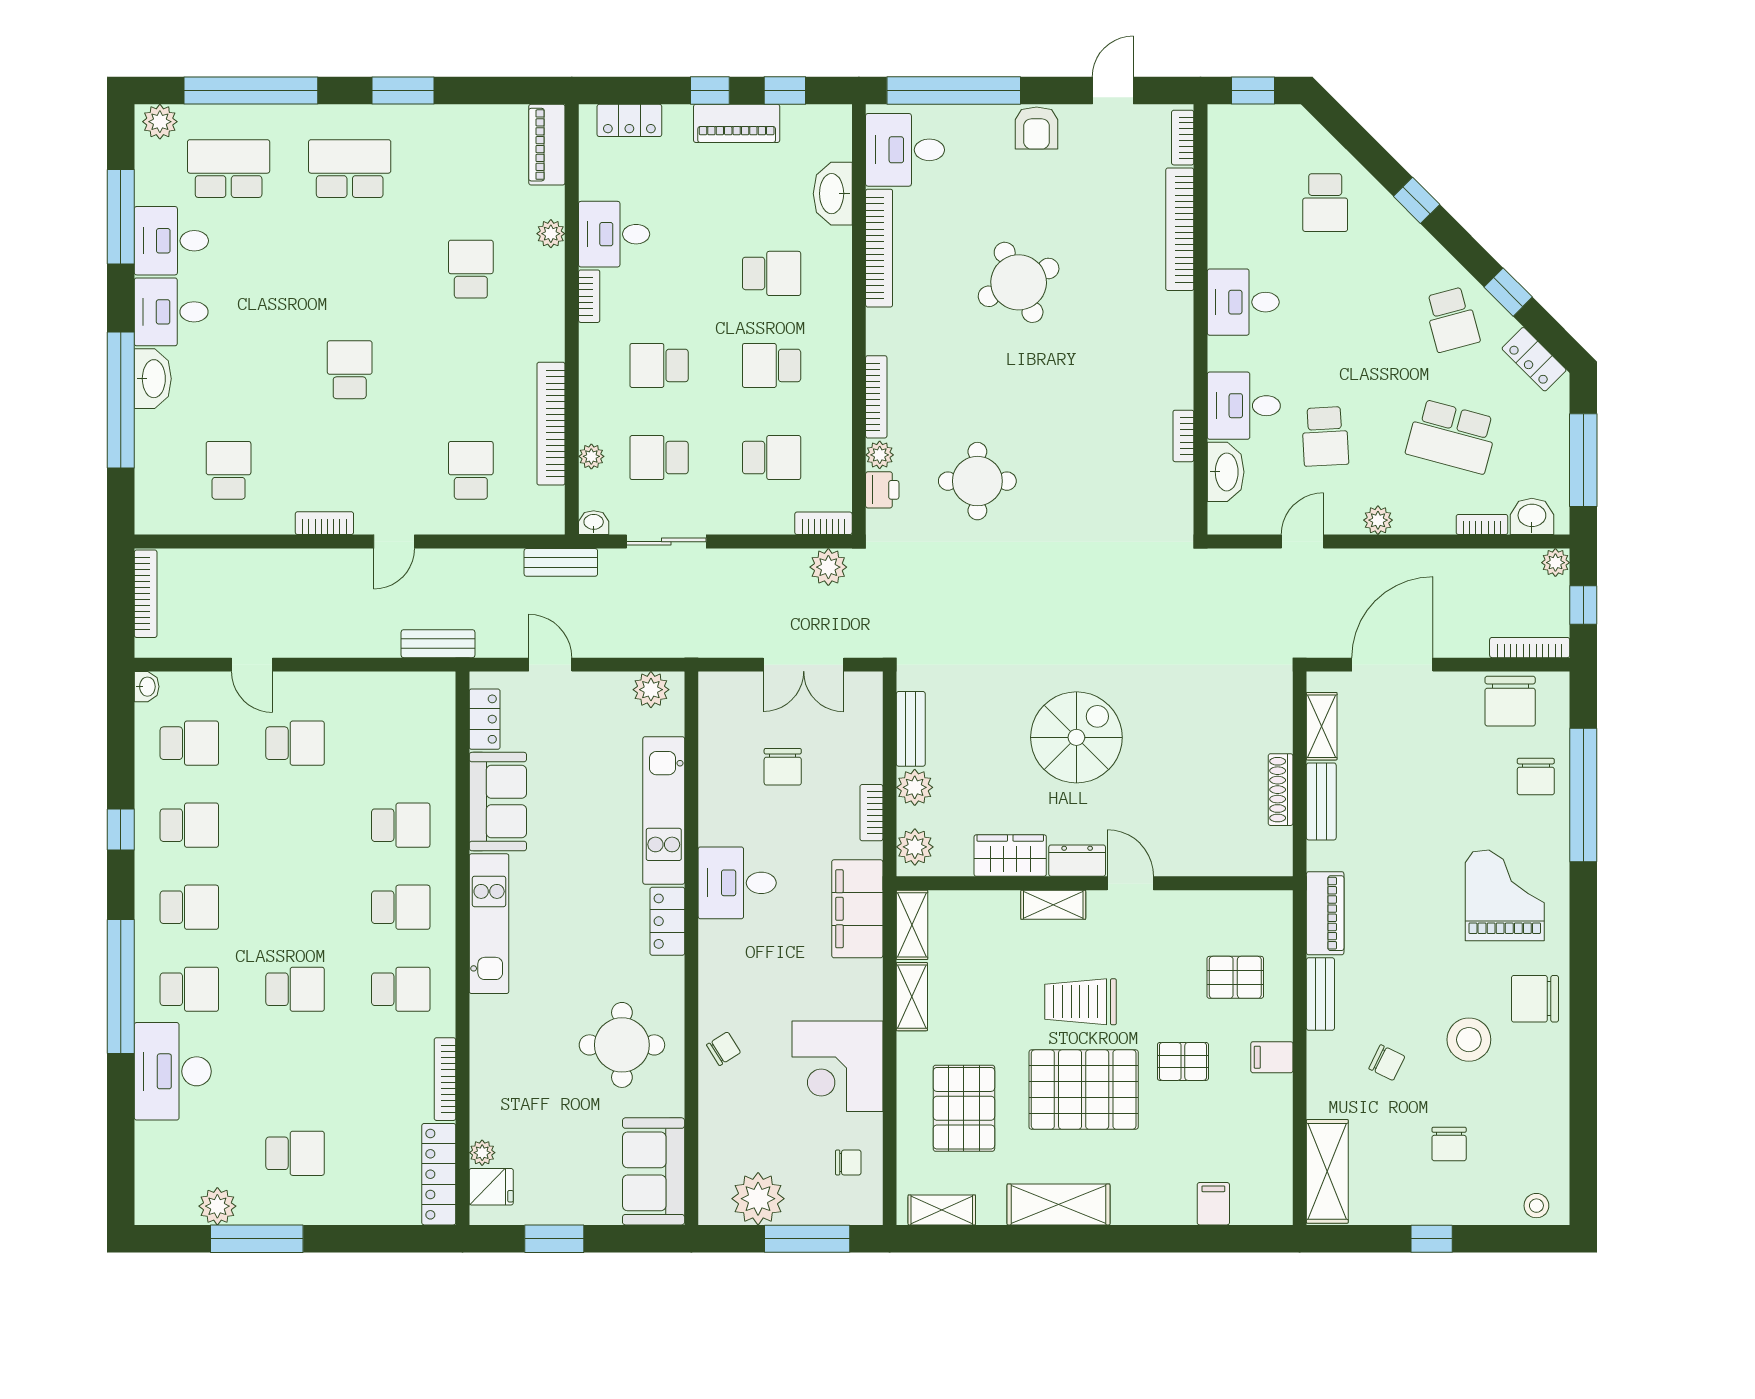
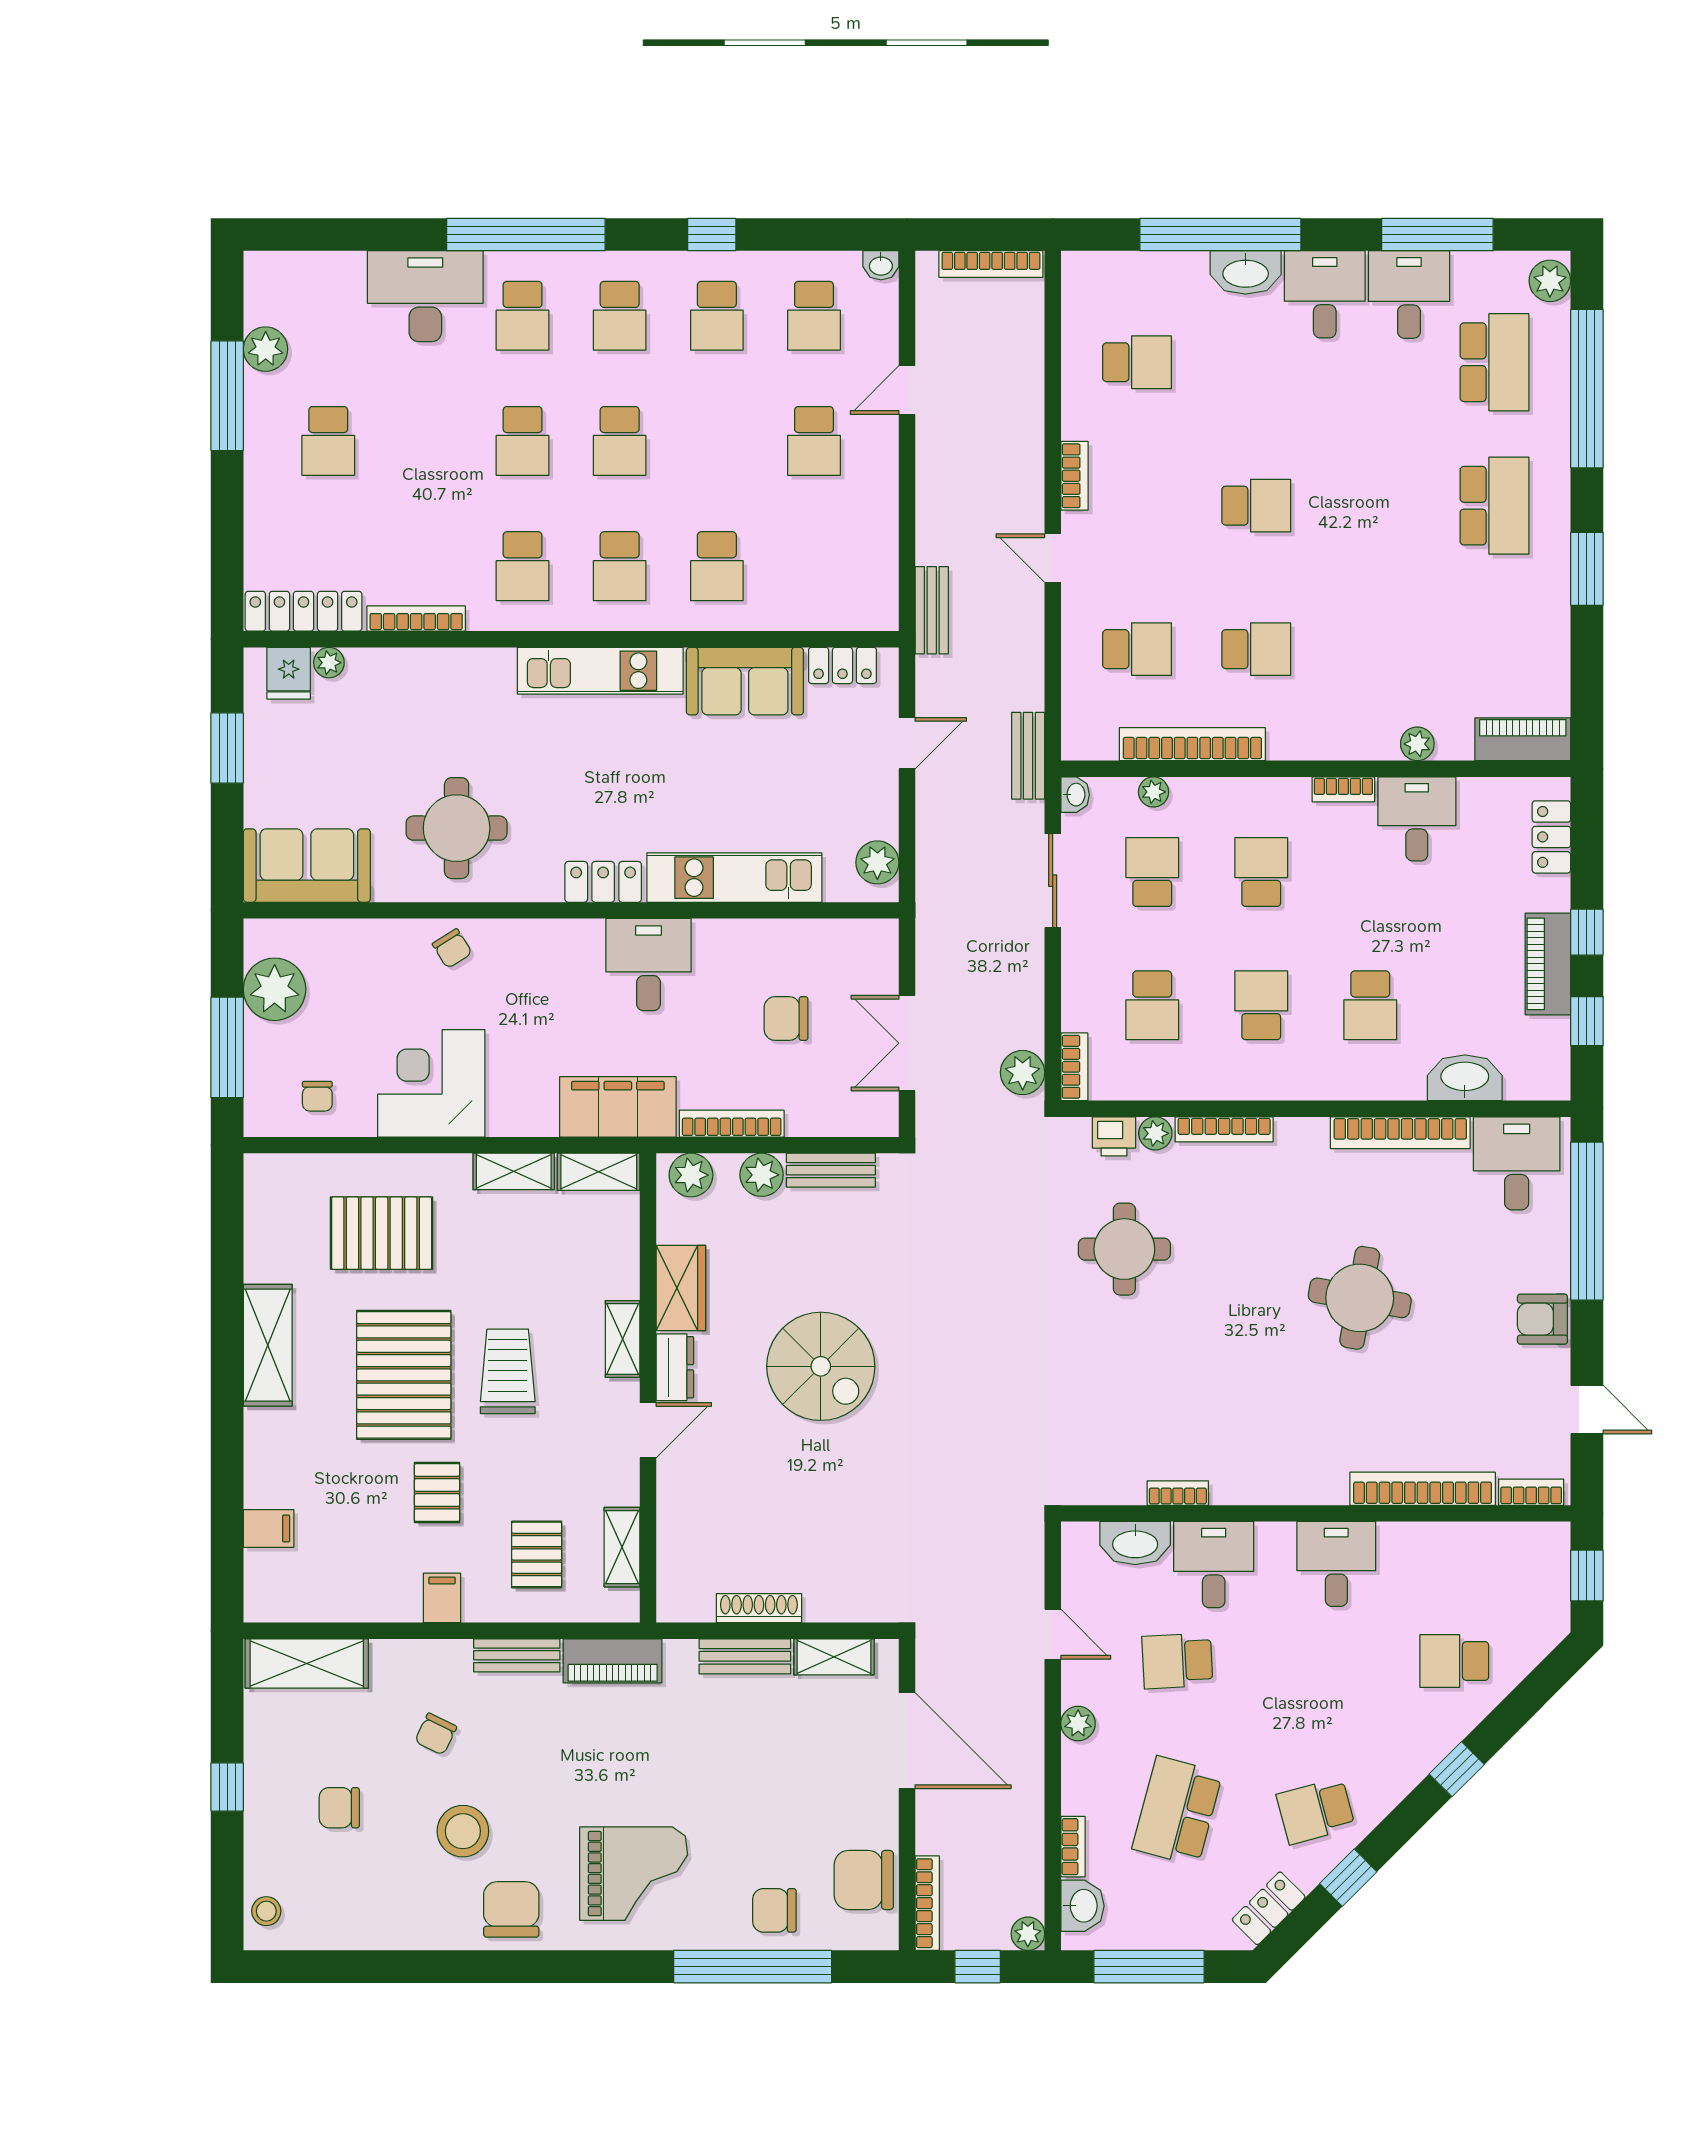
school desk: (471, 269) -> (1256, 649), moved
round table: (1019, 282) -> (1360, 1298), turned 35
bookcase: (871, 813) -> (732, 1124), width x1.56
school desk: (295, 907) -> (620, 441), added
shelving: (942, 1210) -> (622, 1547), moved

